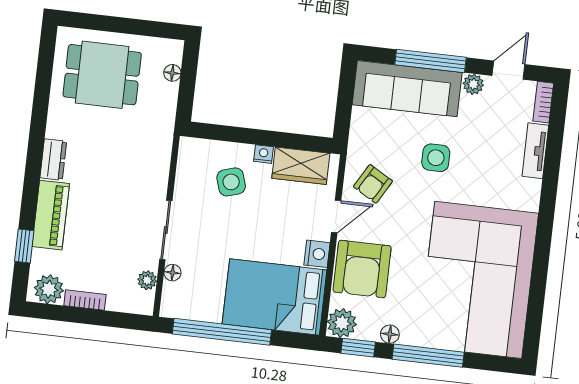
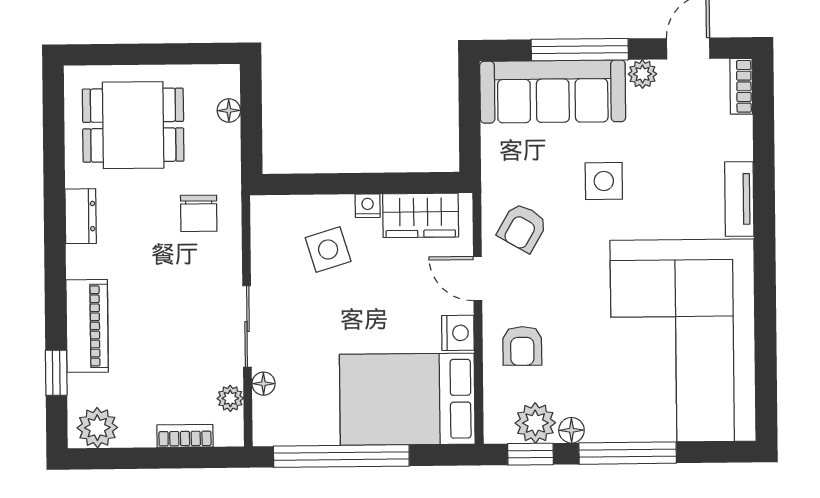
chair: (141, 144) -> (199, 213), added
tv unit: (535, 151) -> (739, 199), moved
dresser: (53, 160) -> (81, 216), moved
door: (336, 216) -> (478, 278), swing flipped
armchair: (362, 269) -> (522, 346), width x0.53, depth x0.53
bookcase: (85, 300) -> (185, 436), moved
plant: (342, 323) -> (535, 423), moved

